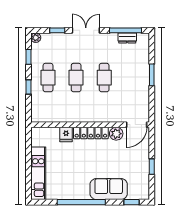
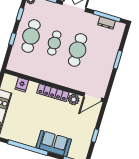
cafe table: (48, 78) -> (31, 36), width x1.37, depth x1.35
cafe table: (104, 78) -> (78, 50), width x1.37, depth x1.35
fridge: (66, 134) -> (22, 85), moved

